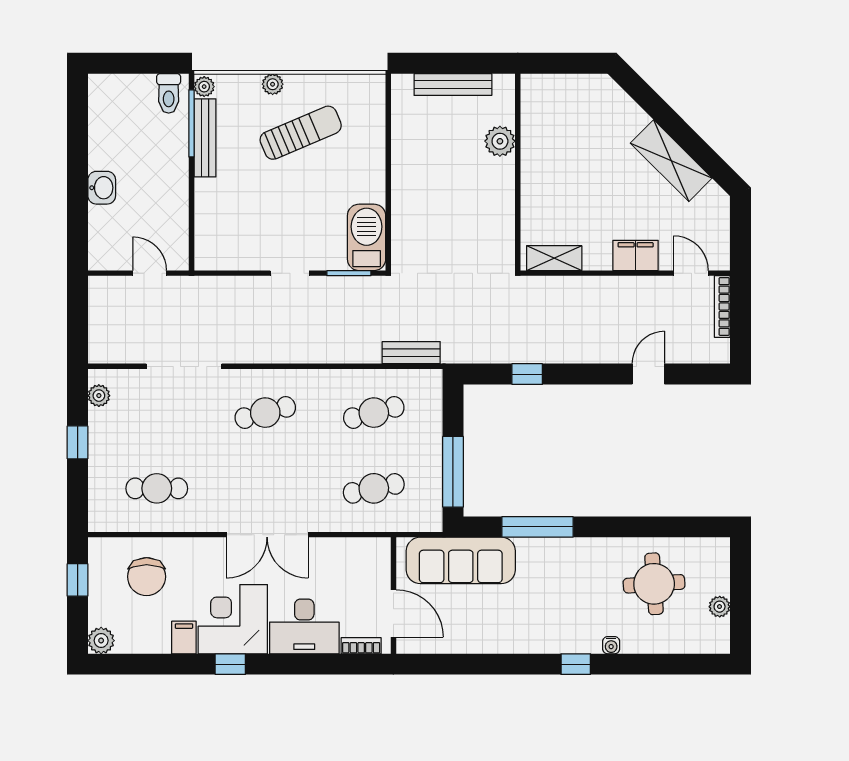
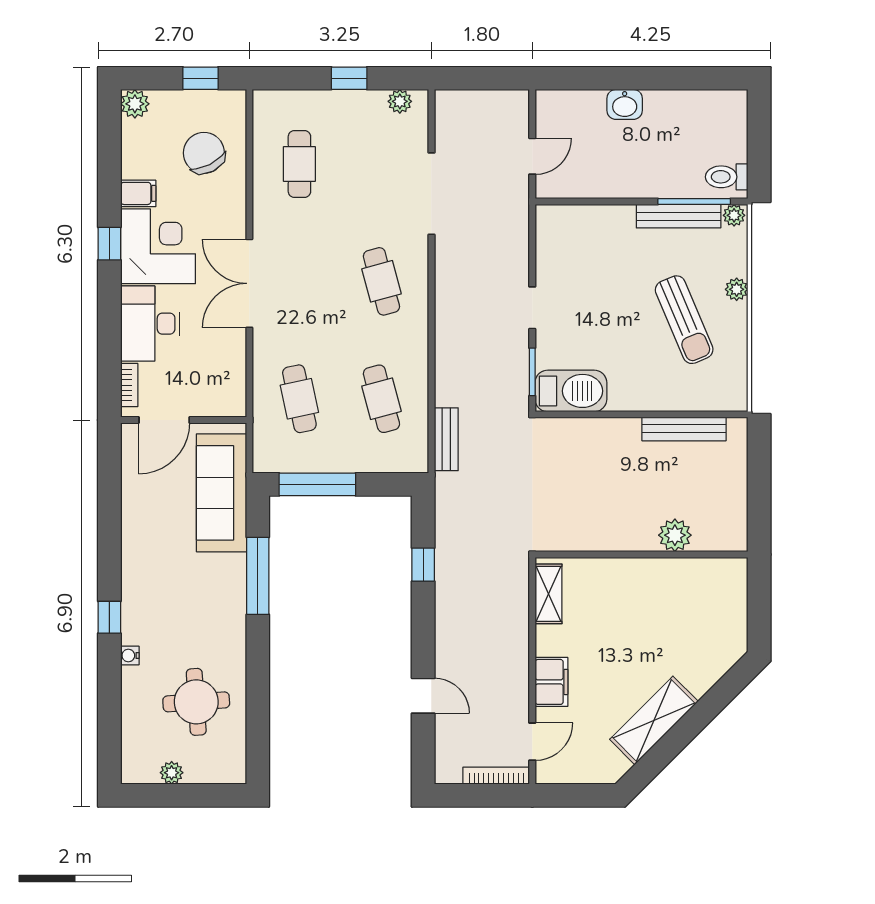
bench: (453, 85) -> (684, 429), moved, turned 90
chair: (147, 577) -> (204, 153), turned 63

